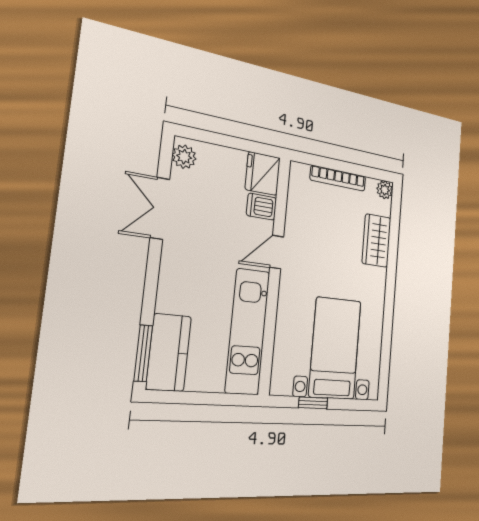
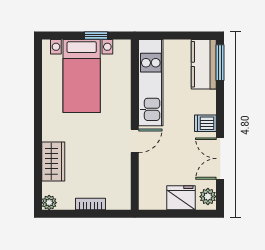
fridge: (263, 174) -> (181, 198), moved, turned -90
bookcase: (338, 178) -> (91, 204), width x0.64
dishwasher: (262, 207) -> (205, 123), moved, turned 180
double door: (160, 208) -> (220, 159), swing flipped

